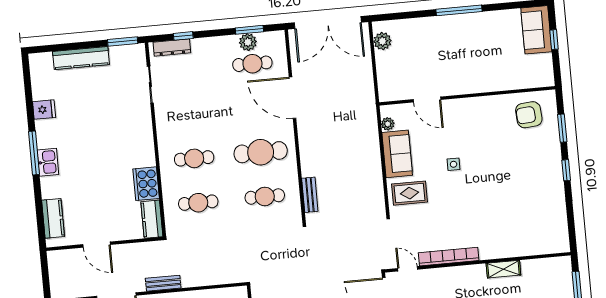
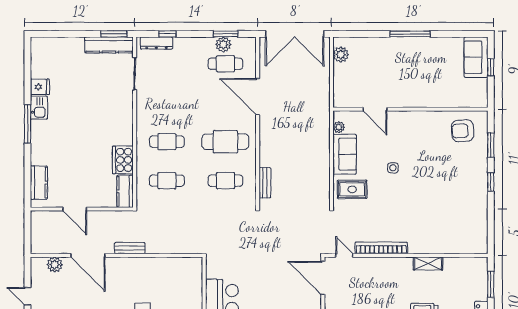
kitchen counter: (81, 58) -> (109, 45), moved
kitchen sink: (48, 162) -> (39, 108), moved

